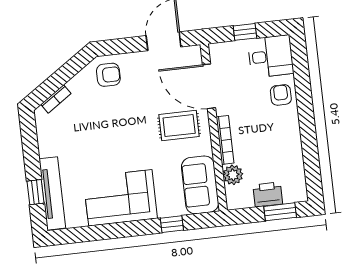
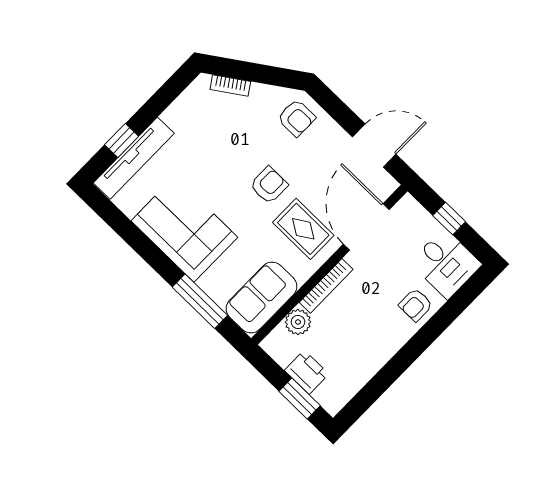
armchair: (281, 95) -> (416, 305), turned 180
armchair: (135, 125) -> (269, 185), added
window: (172, 224) -> (200, 301), width x2.17

